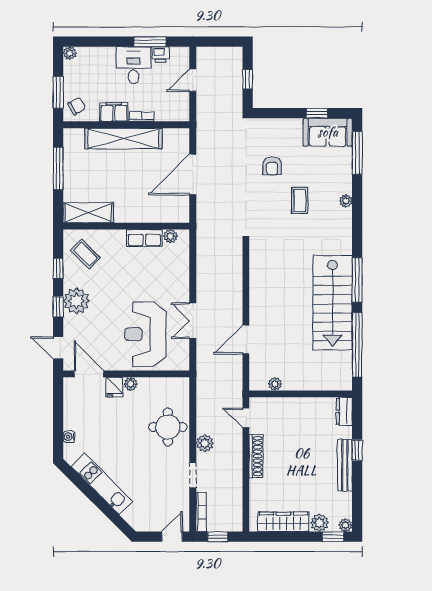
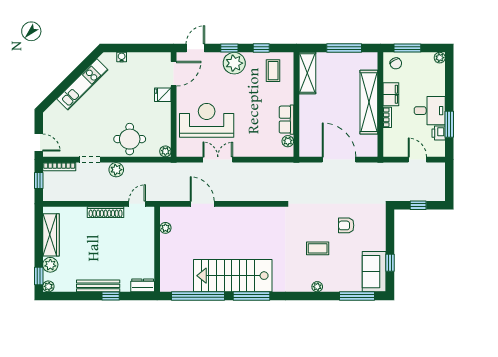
coffee table: (85, 254) -> (273, 71), turned -45
plant: (131, 384) -> (165, 151), moved

